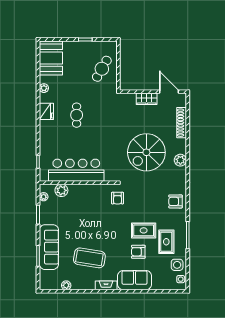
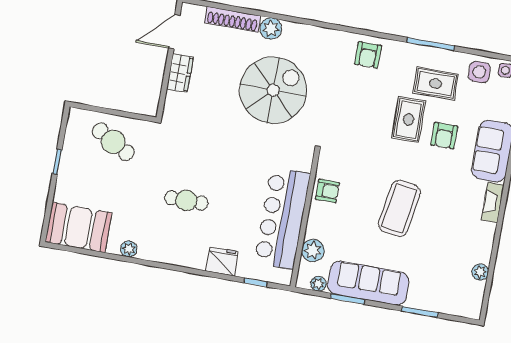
fridge: (46, 111) -> (222, 261), moved
spiral stairs: (146, 152) -> (273, 90), turned -90
plant: (180, 160) -> (271, 29), moved
armchair: (118, 198) -> (327, 191), moved
sofa: (49, 247) -> (368, 283), moved
coffee table: (89, 258) -> (399, 208), moved

